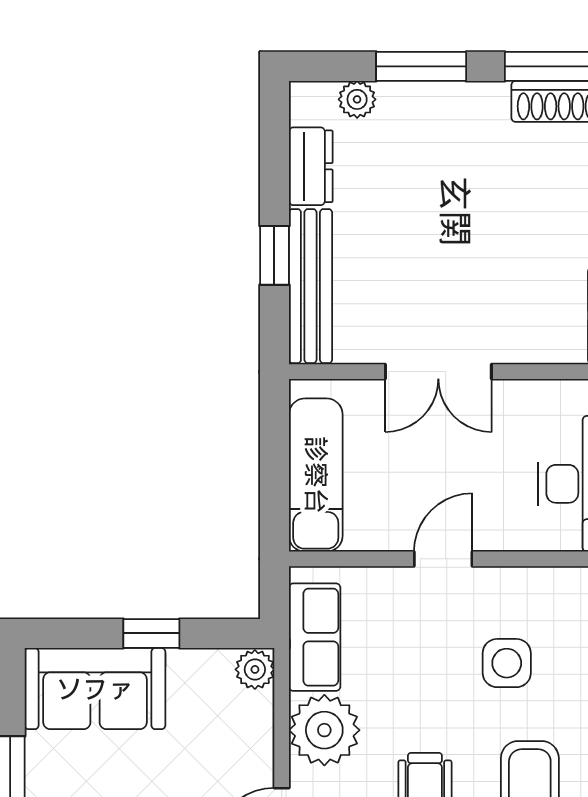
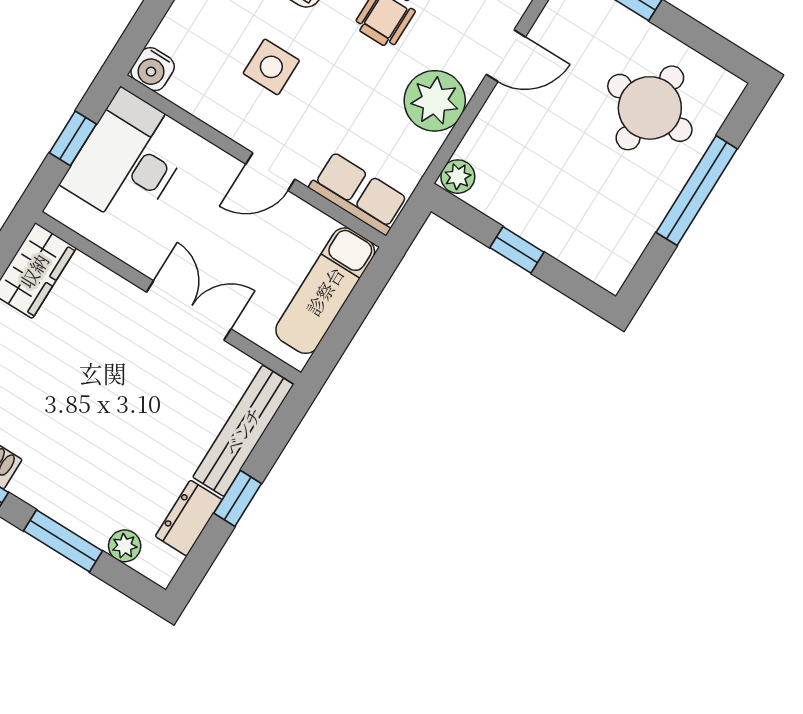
window: (274, 255) -> (238, 498), moved
row of seats: (315, 637) -> (359, 193), moved, turned 90
sofa: (95, 689) -> (583, 235), removed

